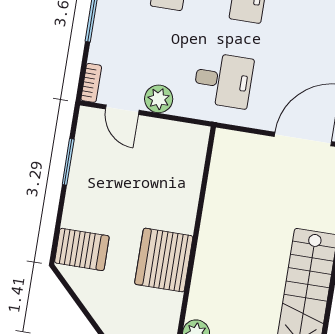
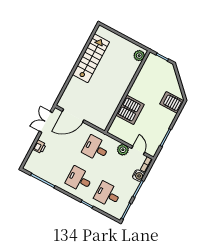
water cooler: (101, 51) -> (138, 176), added
server rack: (164, 260) -> (130, 110), moved

